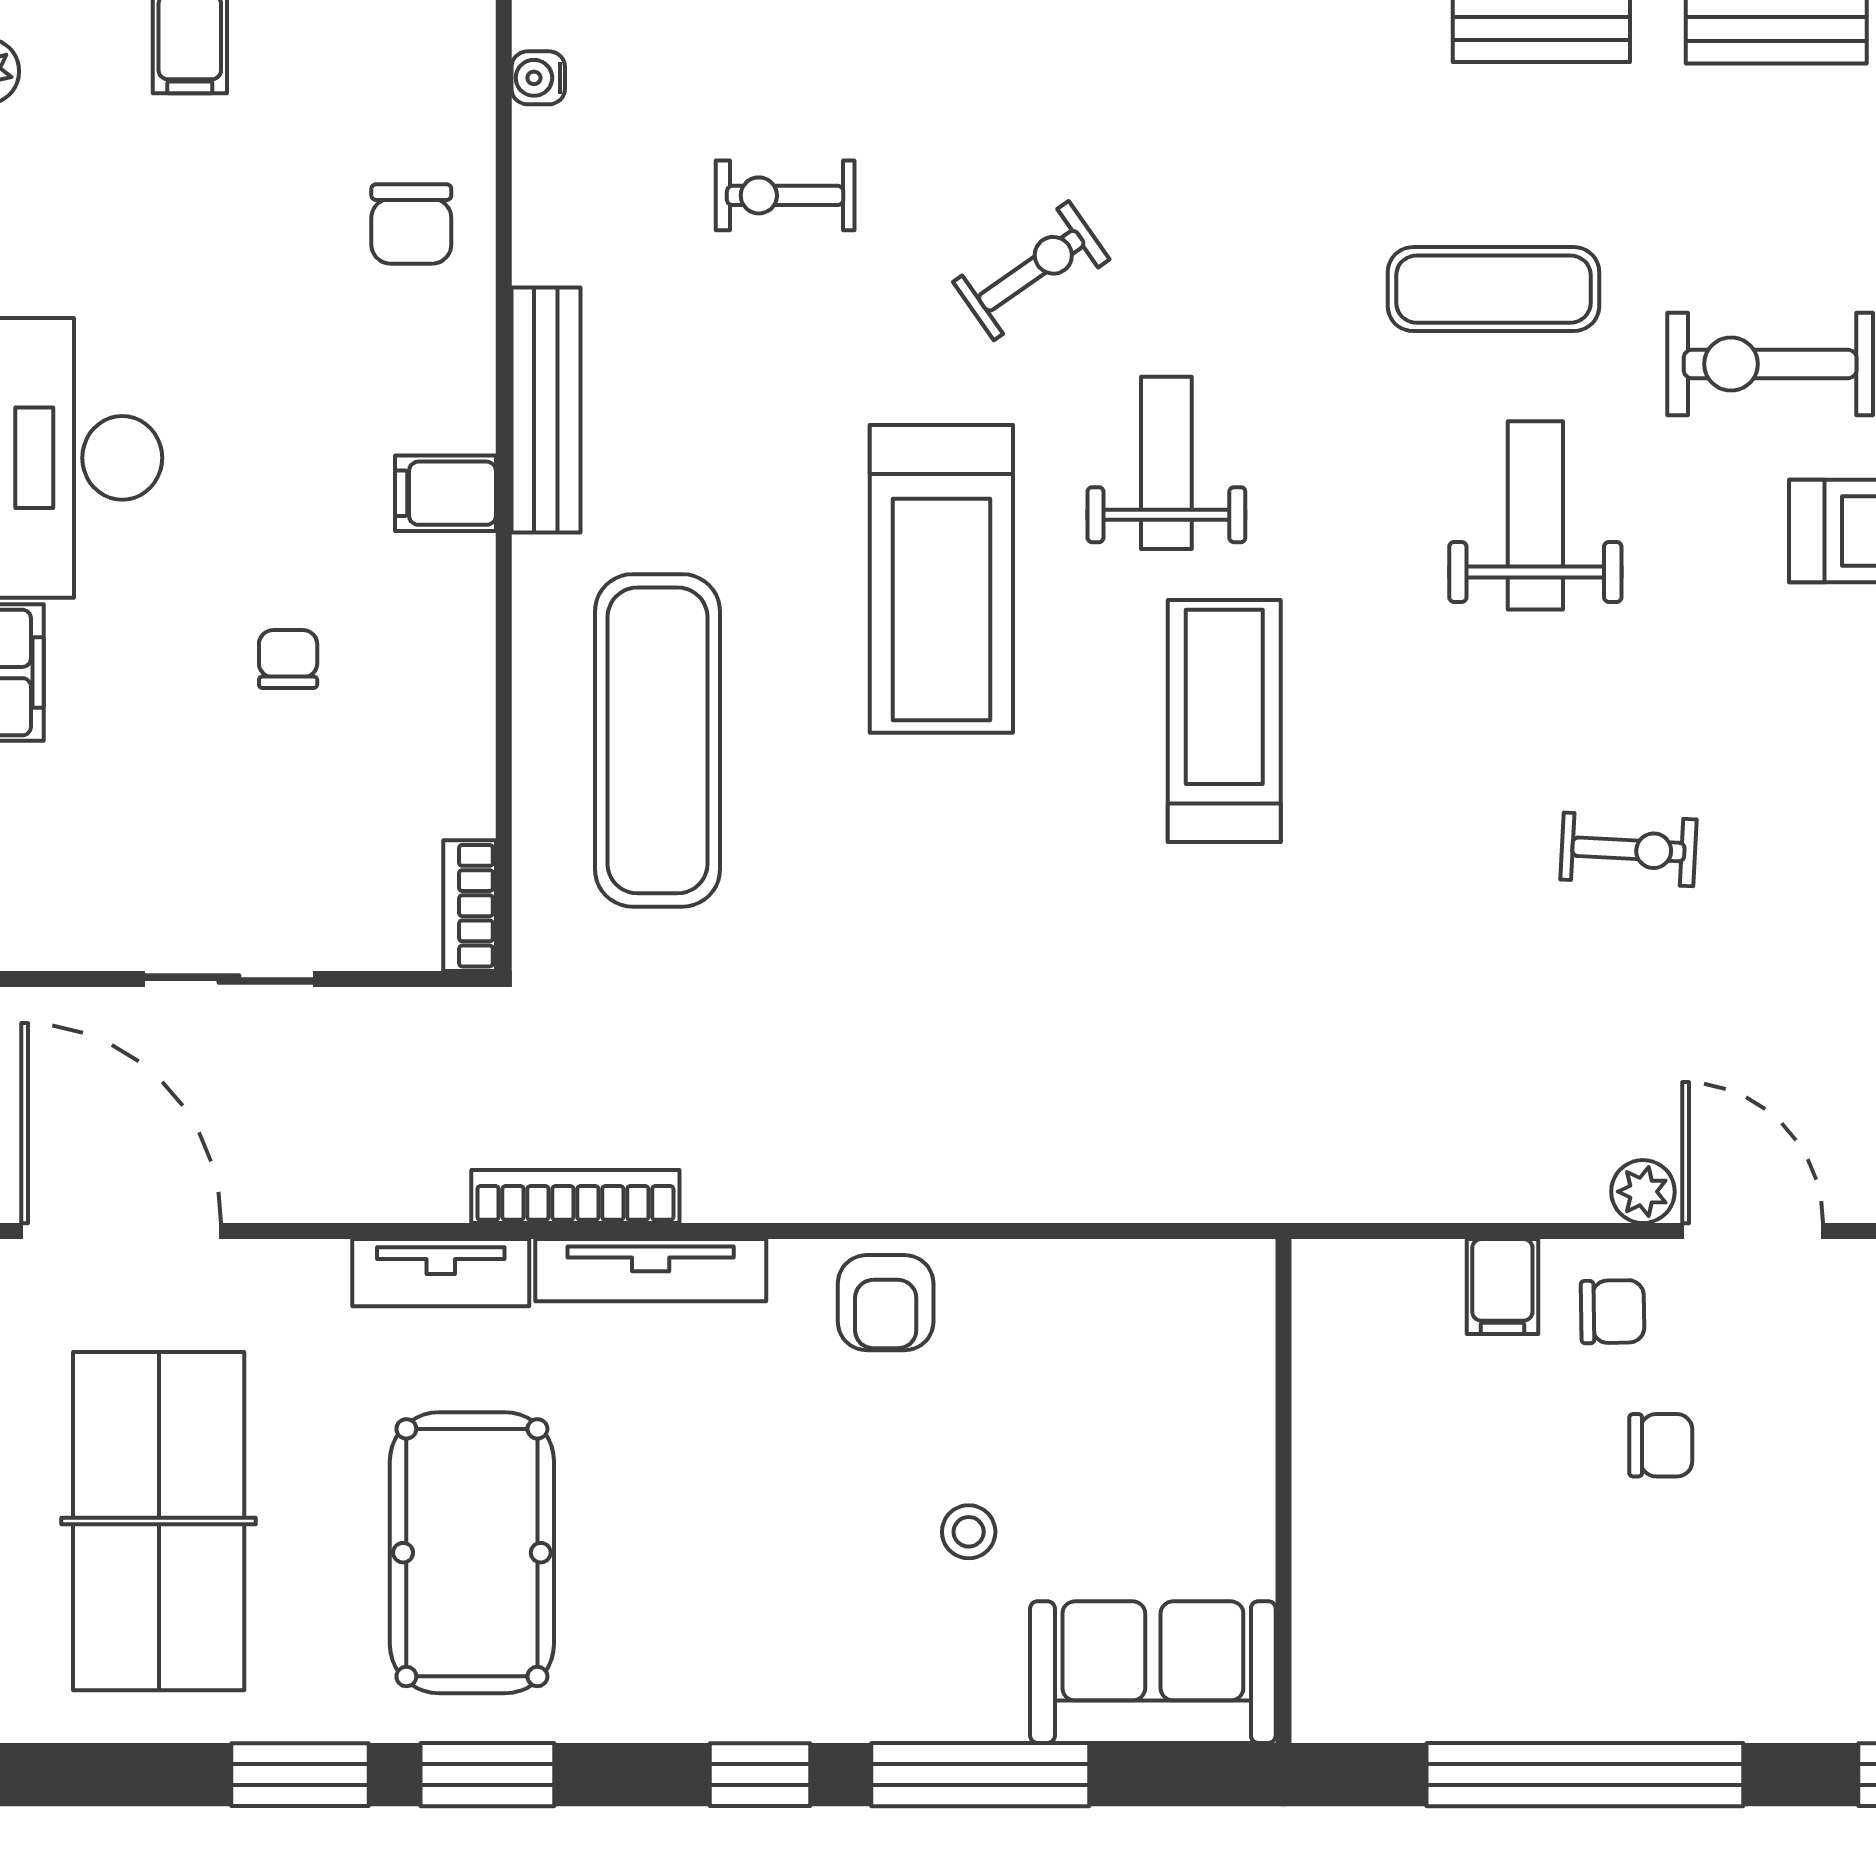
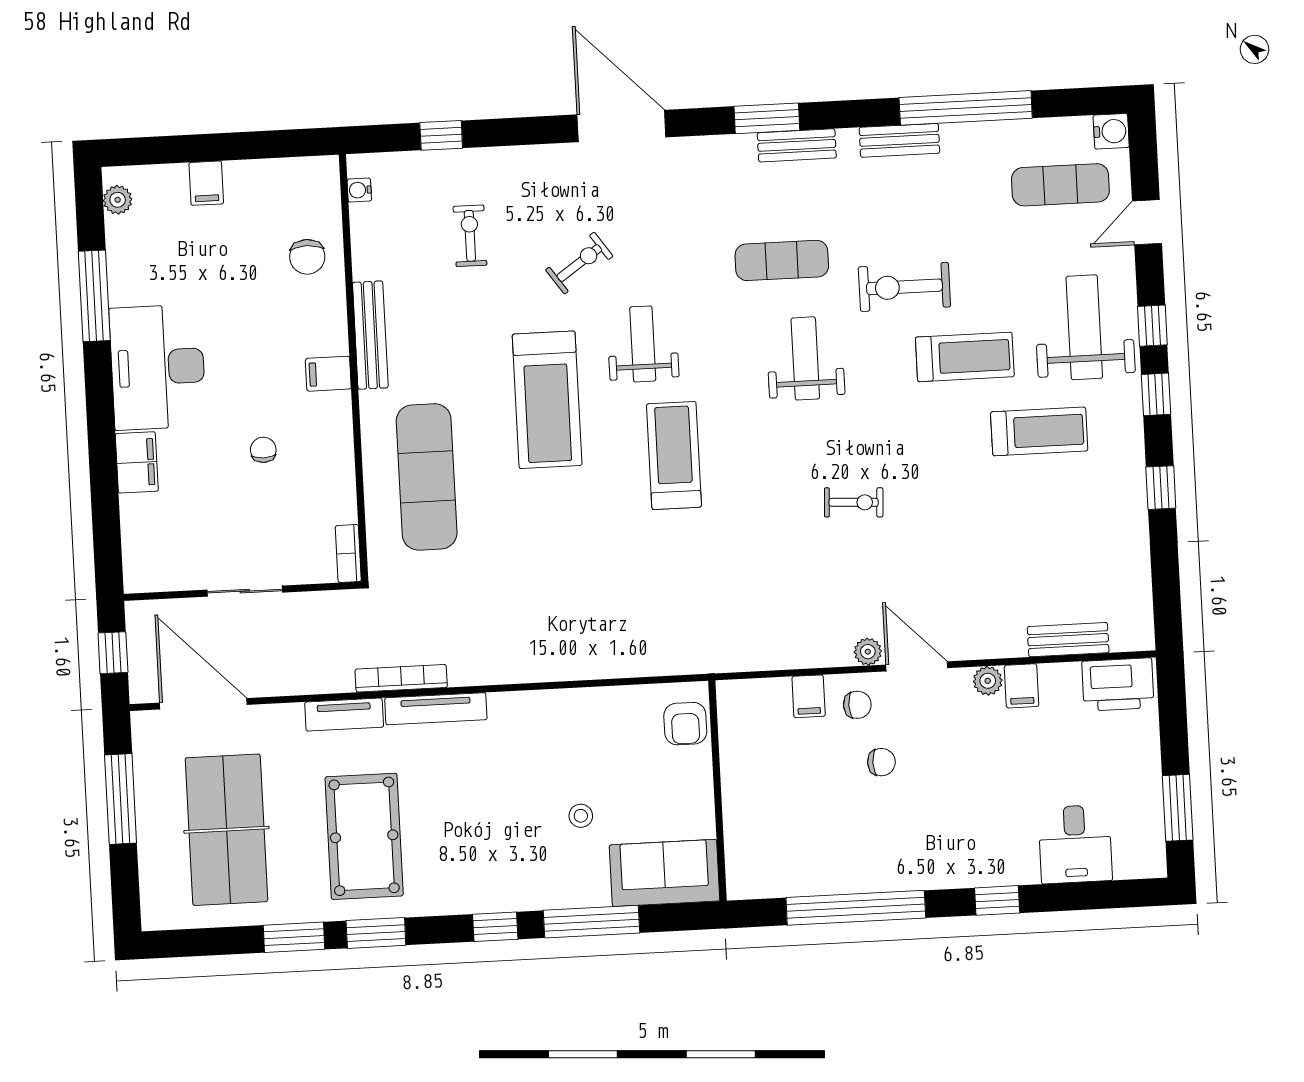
exercise bike: (785, 195) -> (470, 236), turned 90
armchair: (886, 1303) -> (685, 724), moved

